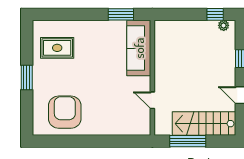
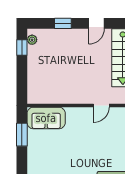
sofa: (139, 48) -> (46, 118), width x0.73

